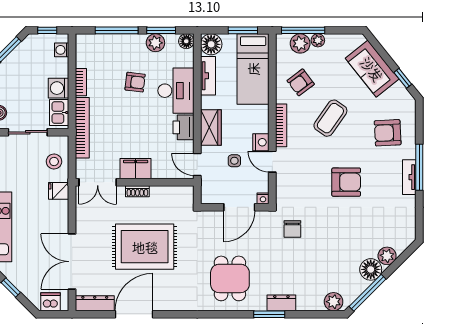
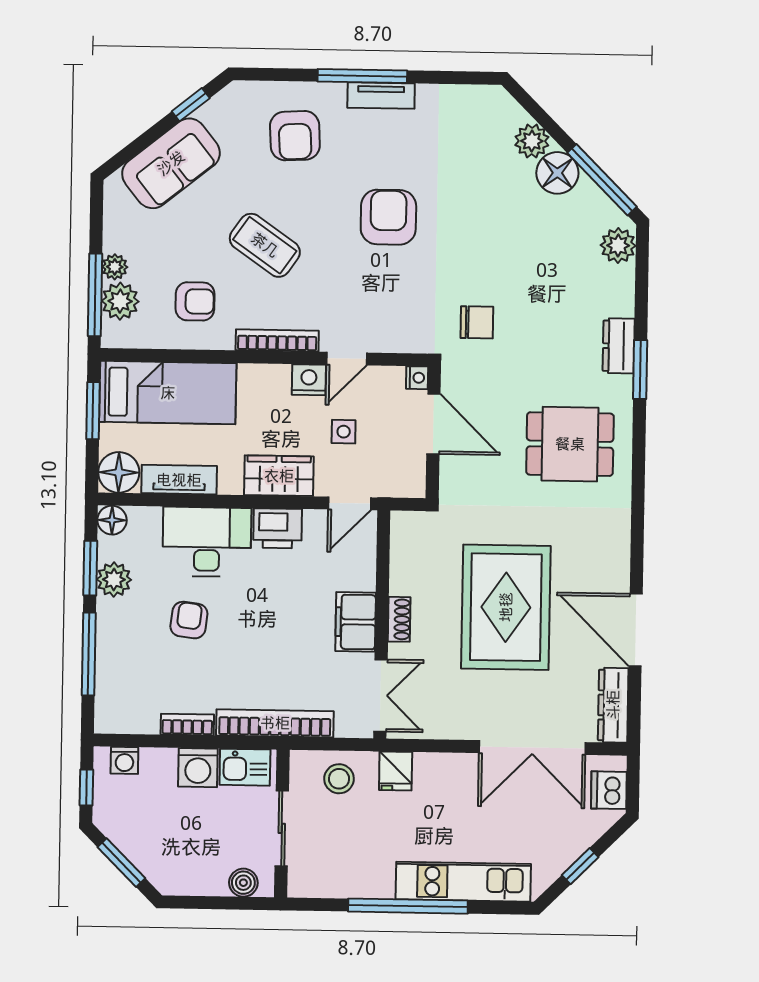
armchair: (301, 82) -> (195, 301), turned -53

